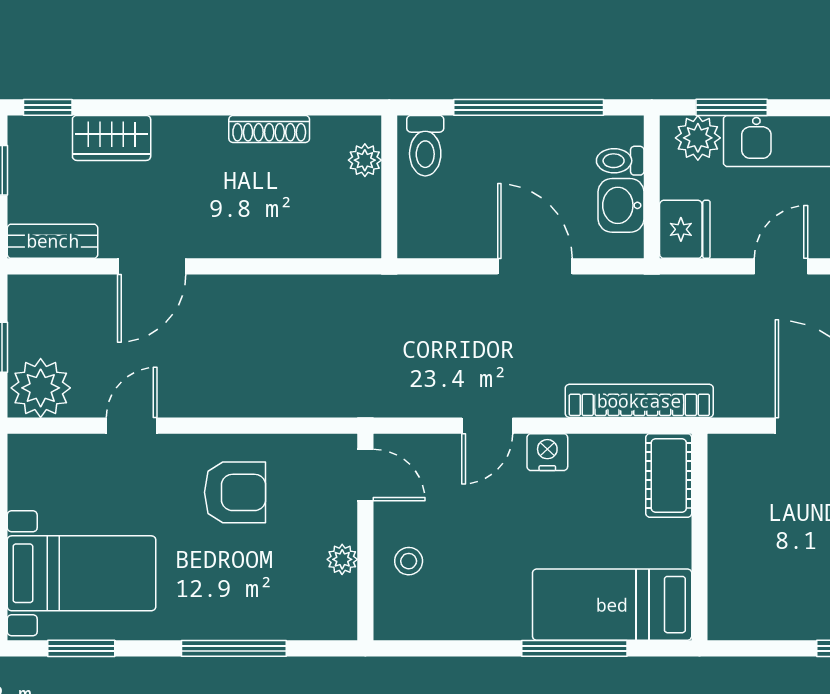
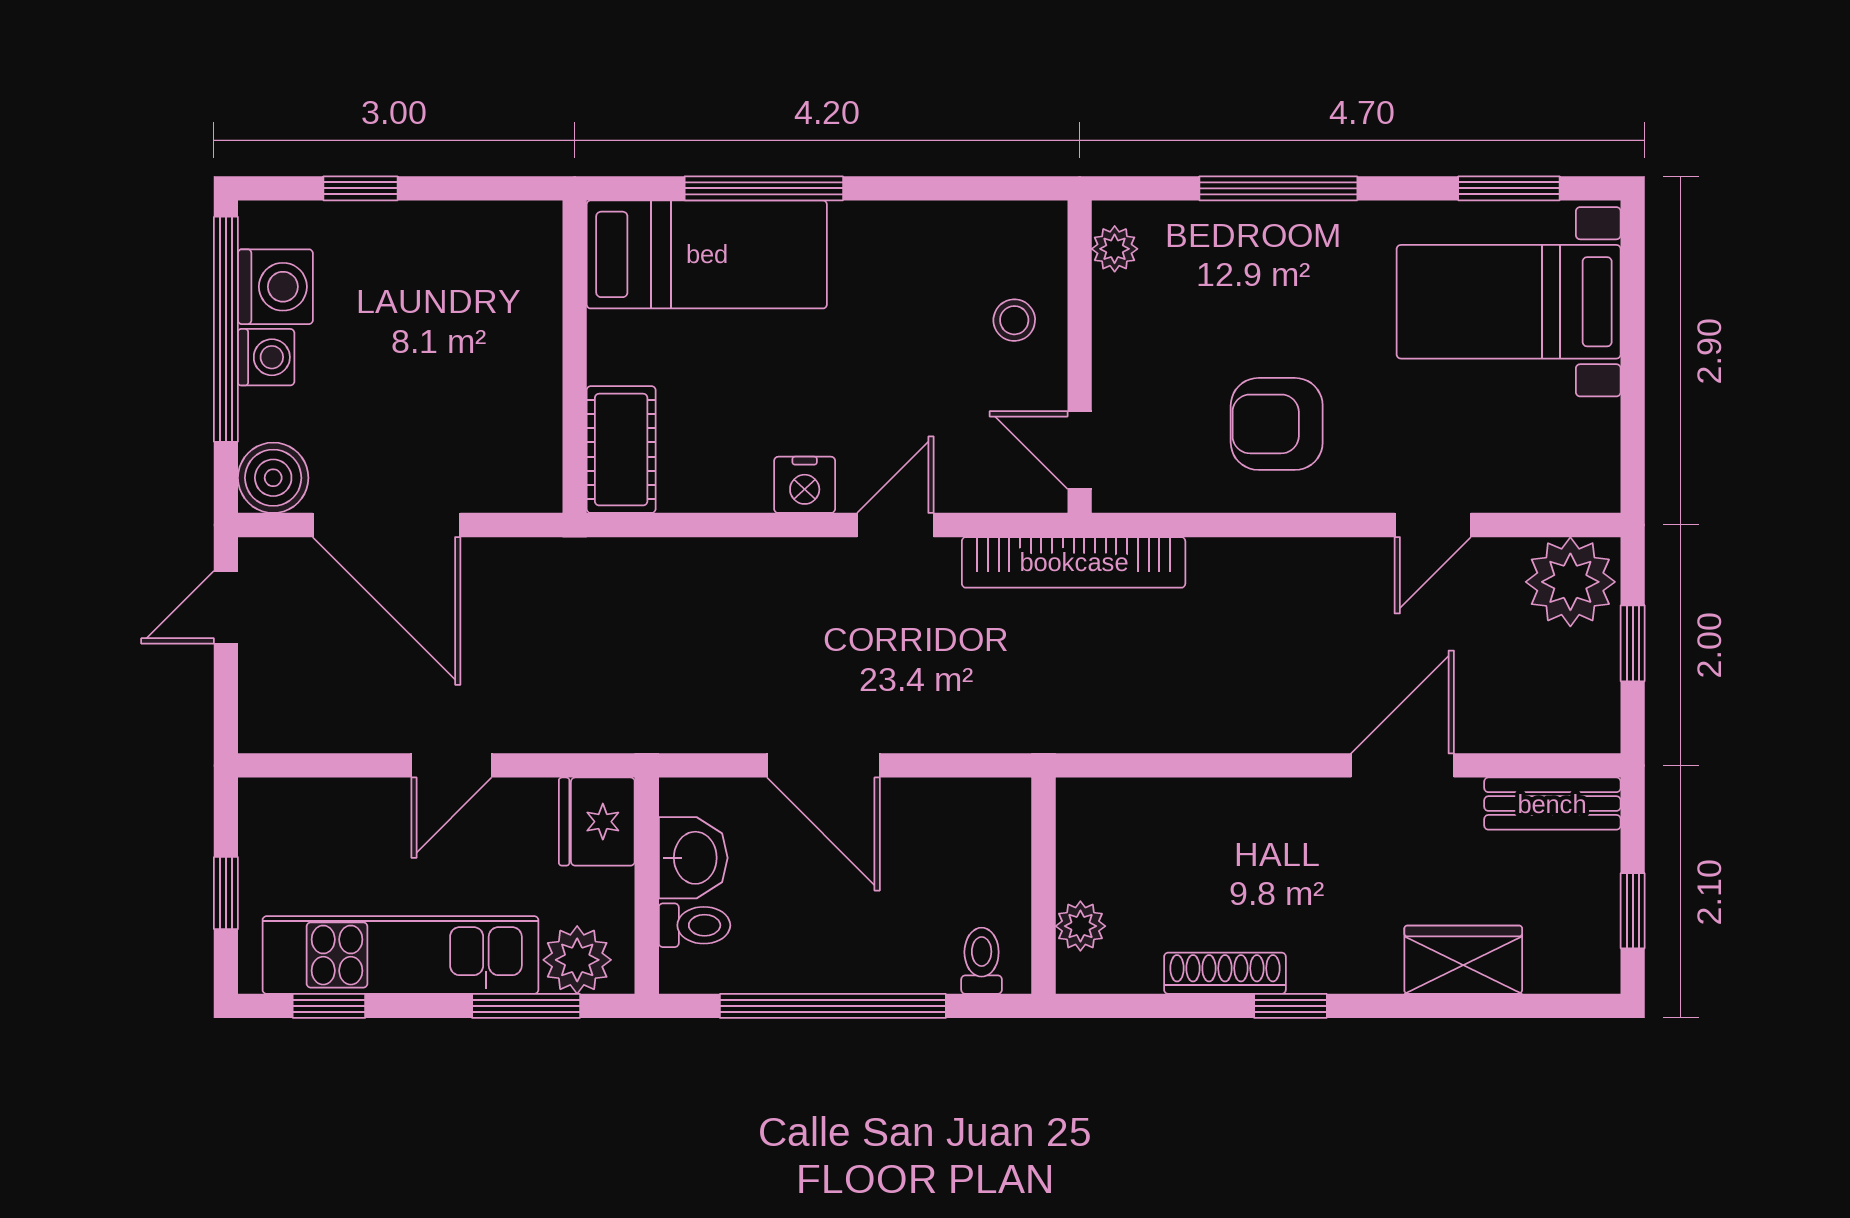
window: (48, 107) -> (1290, 1006), moved
toilet: (425, 146) -> (982, 961), width x0.73, depth x0.72
bookcase: (639, 401) -> (1074, 562), moved
plant: (342, 559) -> (1115, 249), moved

